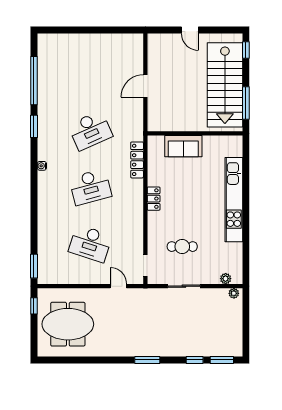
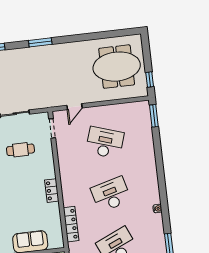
door: (118, 286) -> (74, 107), hinge flipped

